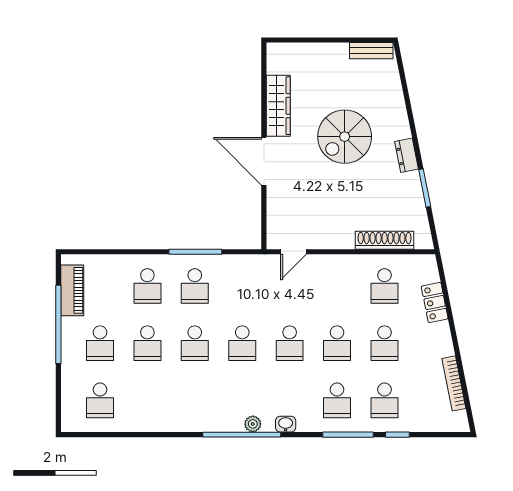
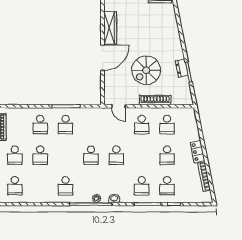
spiral stairs: (345, 137) -> (146, 70), moved
dresser: (407, 155) -> (182, 68), moved
door: (264, 161) -> (103, 58), swing flipped
shoe rack: (385, 240) -> (155, 100), moved
door: (294, 252) -> (118, 106), hinge flipped
locker: (435, 302) -> (198, 152), moved
school desk: (195, 343) -> (66, 186), moved
school desk: (337, 343) -> (142, 125), moved

